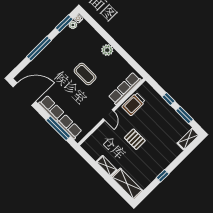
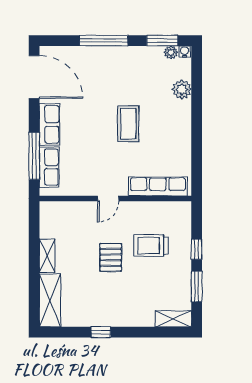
plant: (107, 50) -> (182, 89), moved
trolley: (134, 104) -> (151, 246), moved

